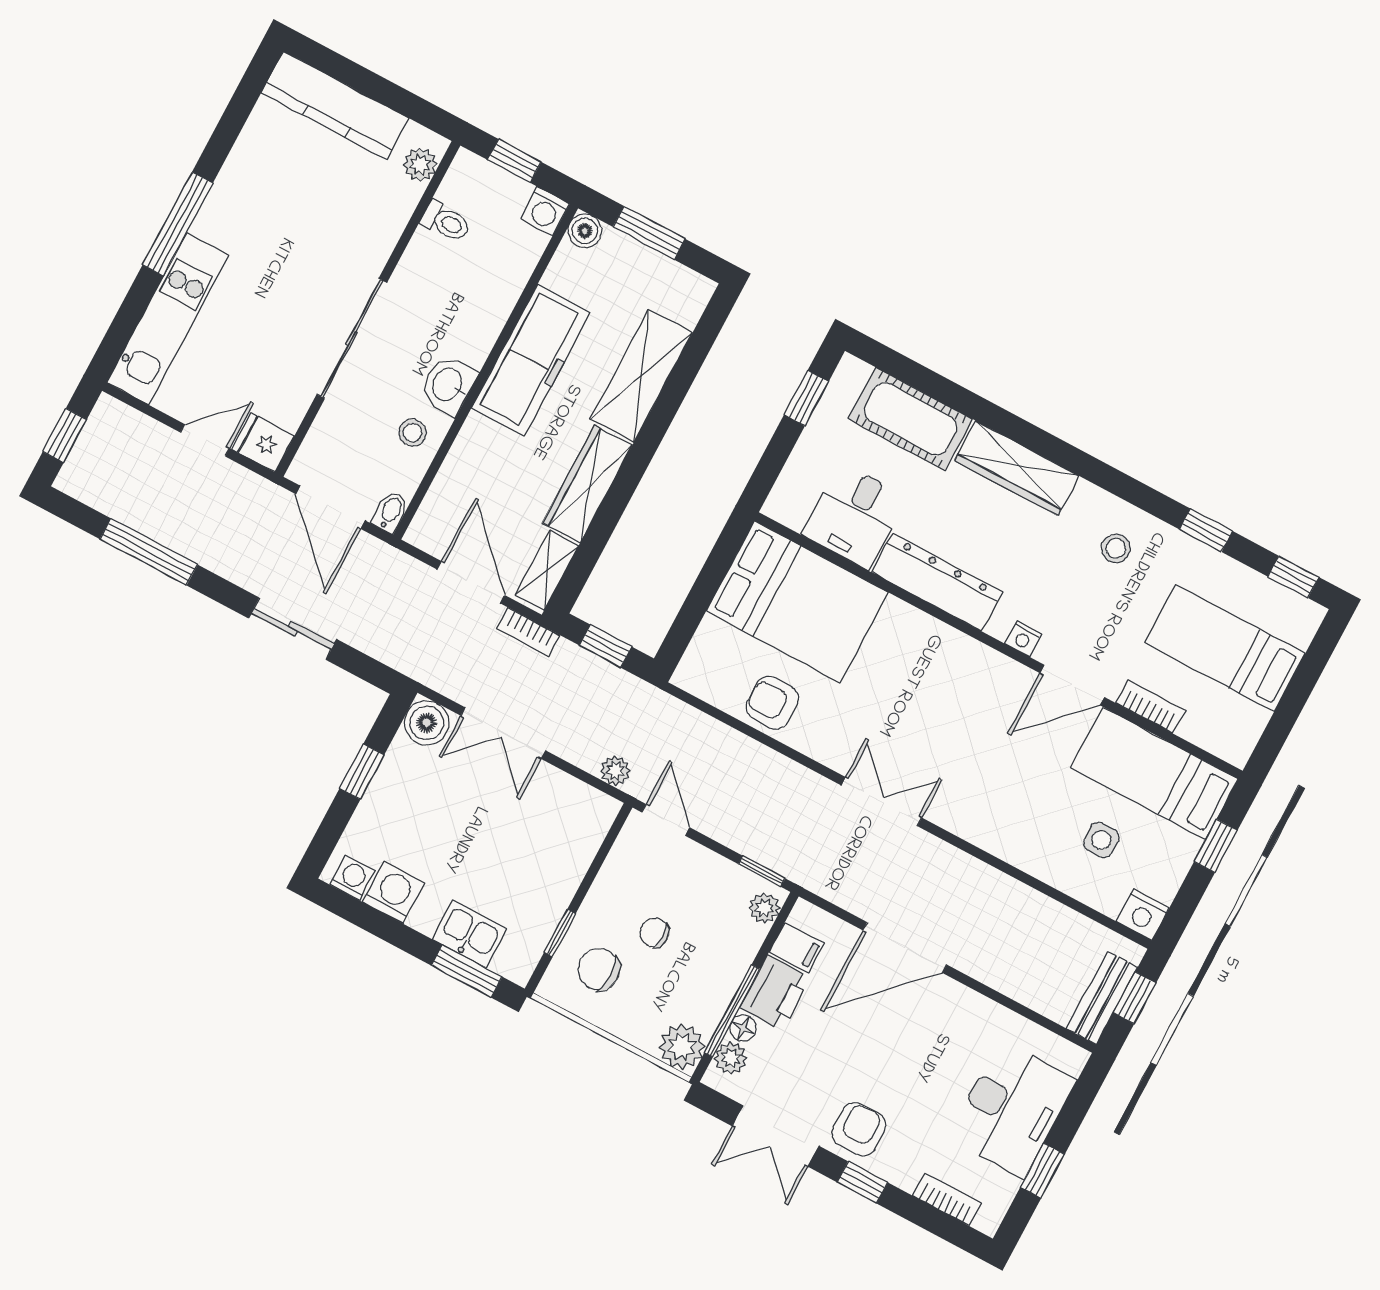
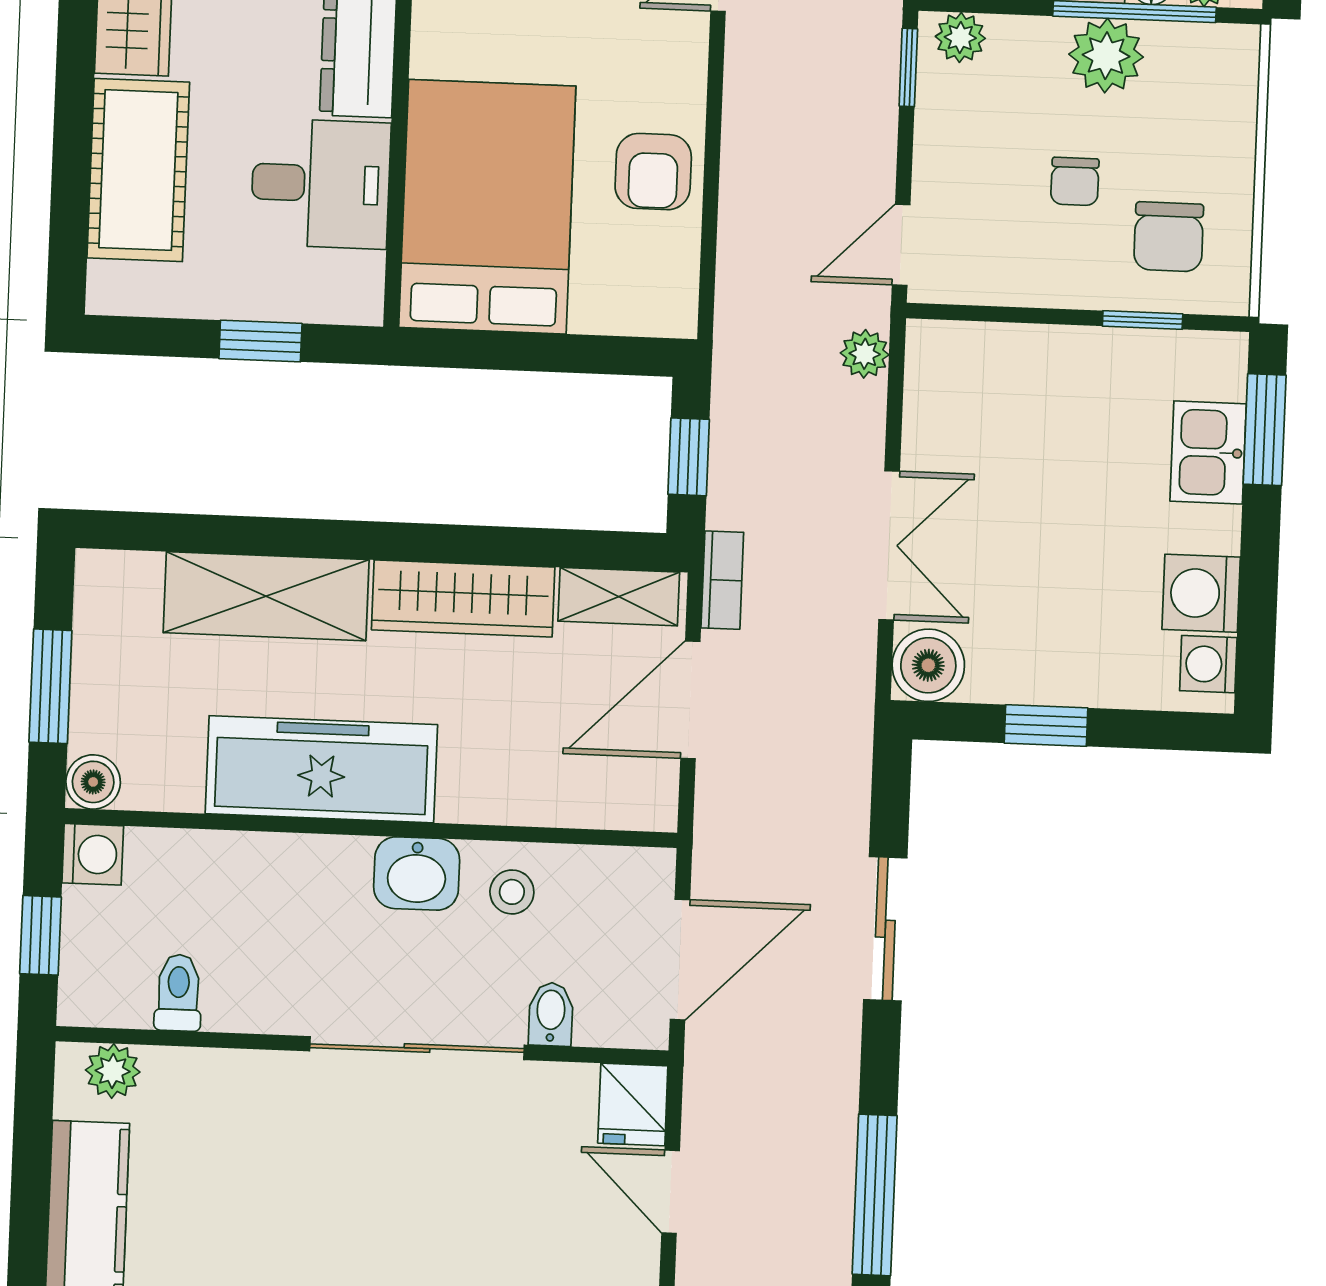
window: (806, 398) -> (260, 341), moved
bidet: (390, 512) -> (551, 1014), moved, turned 90
plant: (682, 1047) -> (1106, 56), moved

